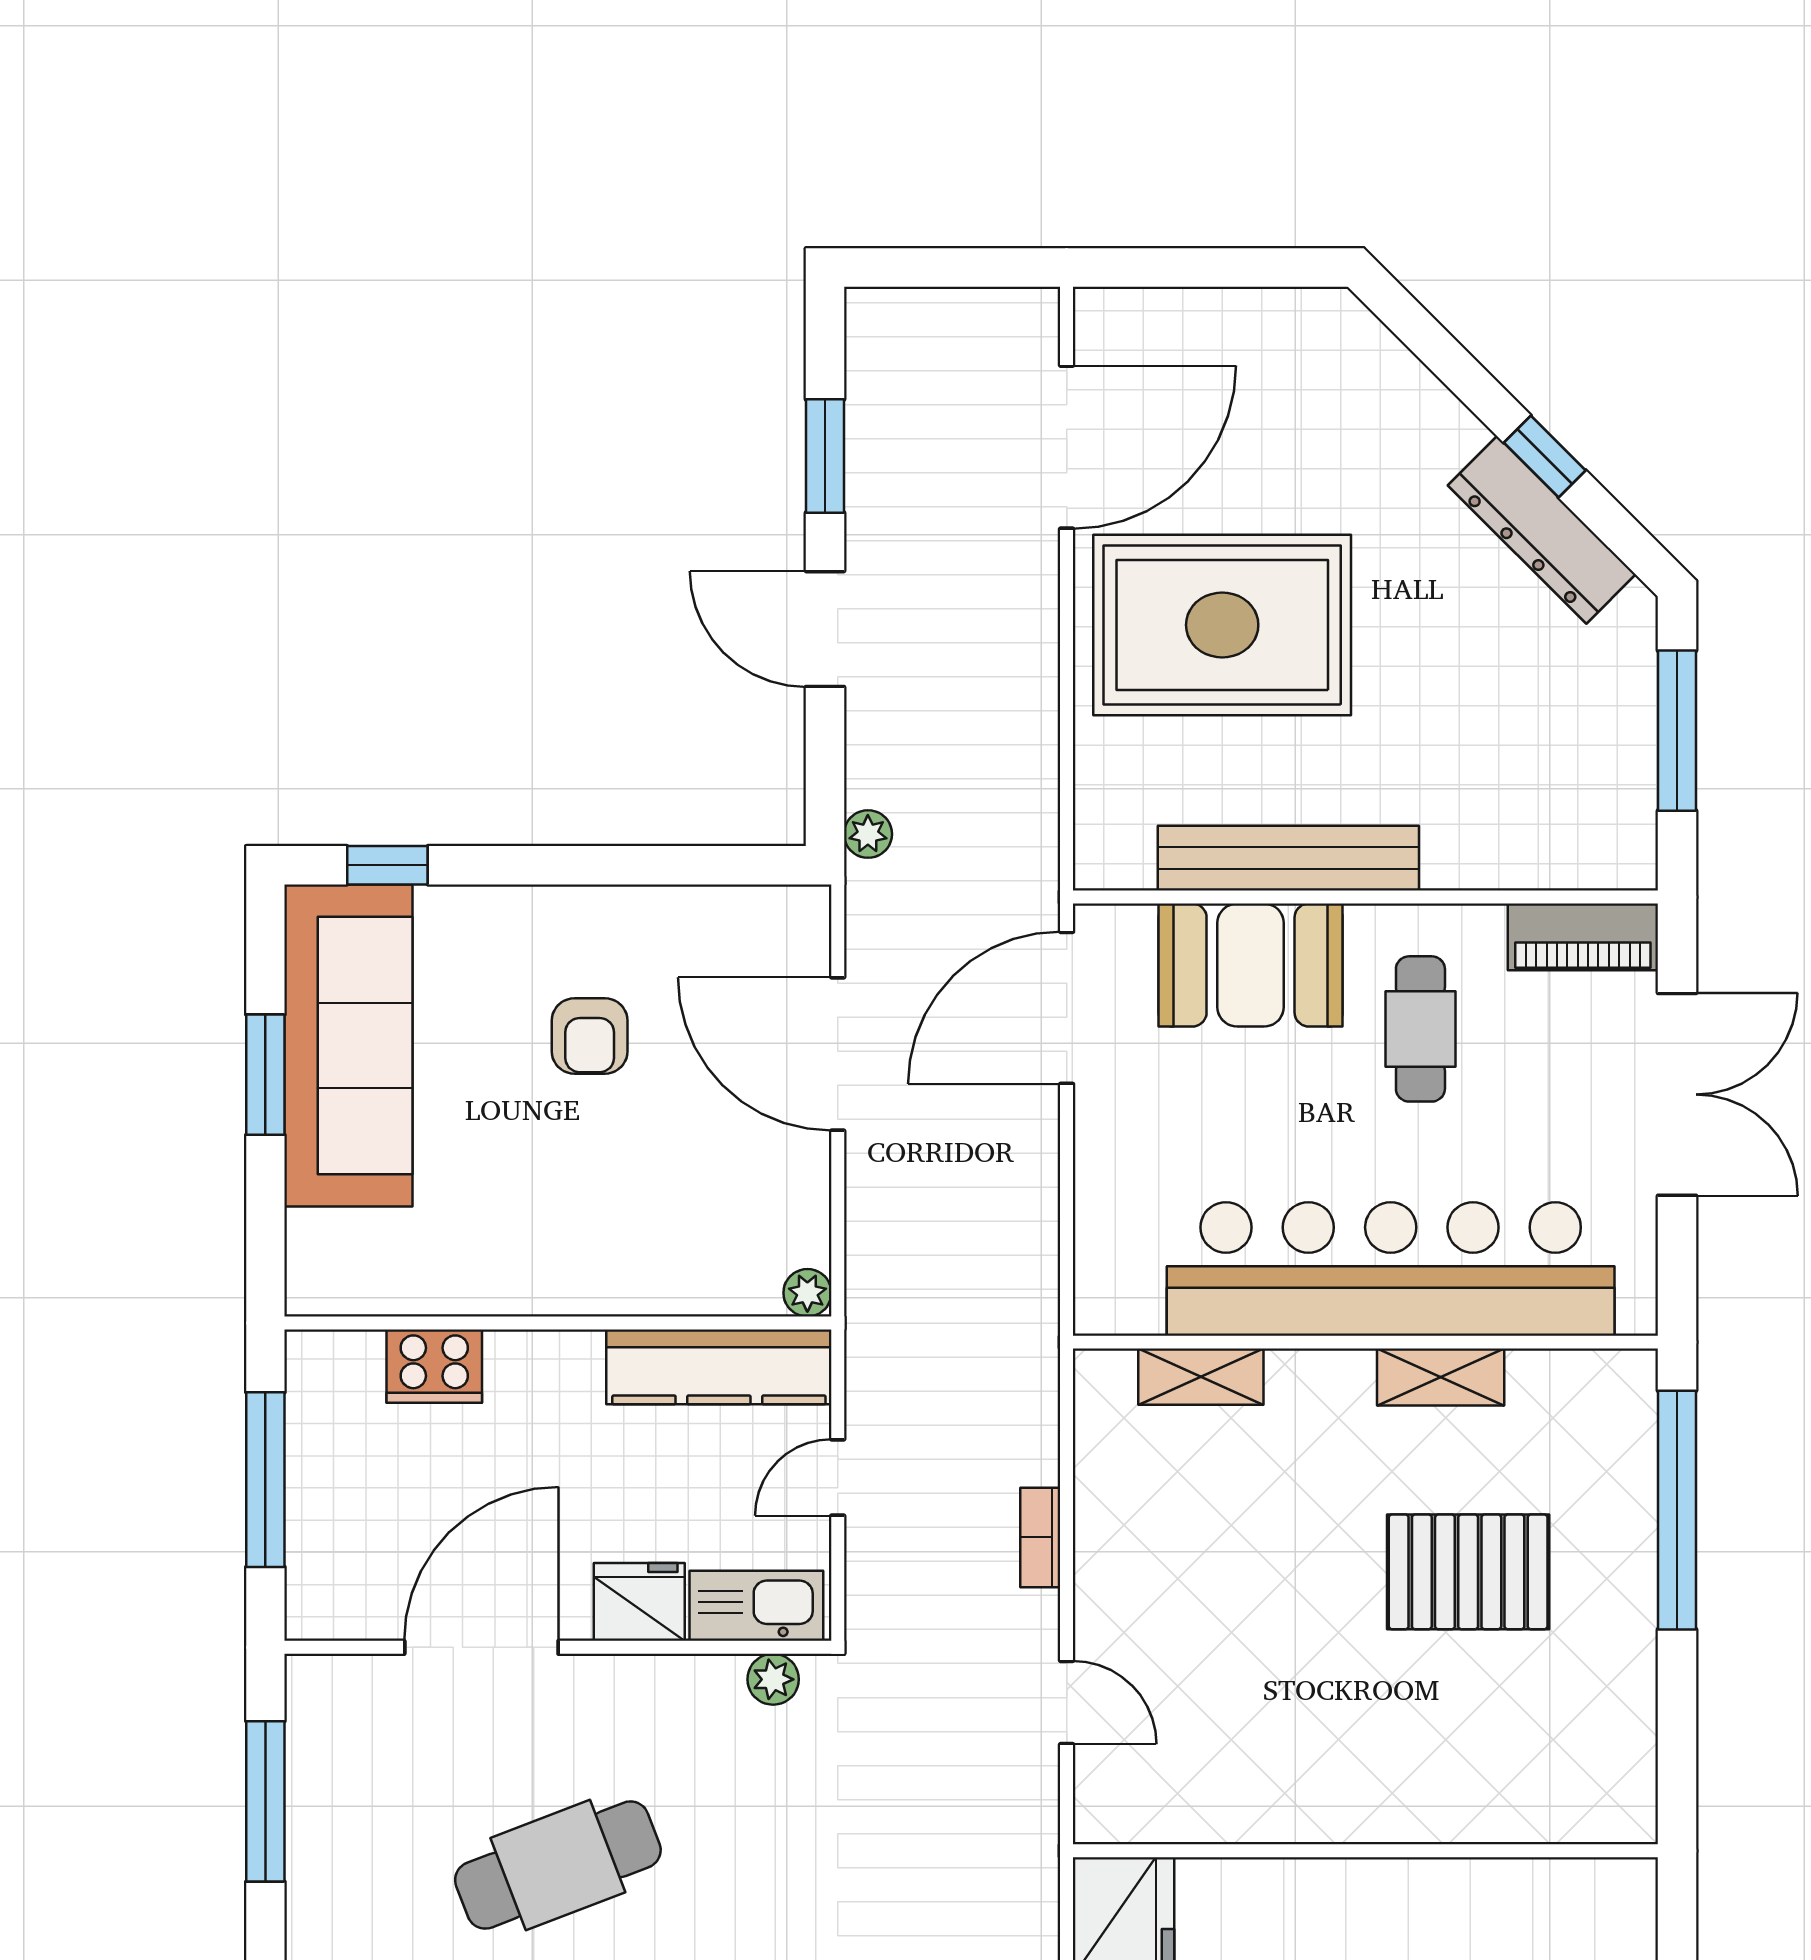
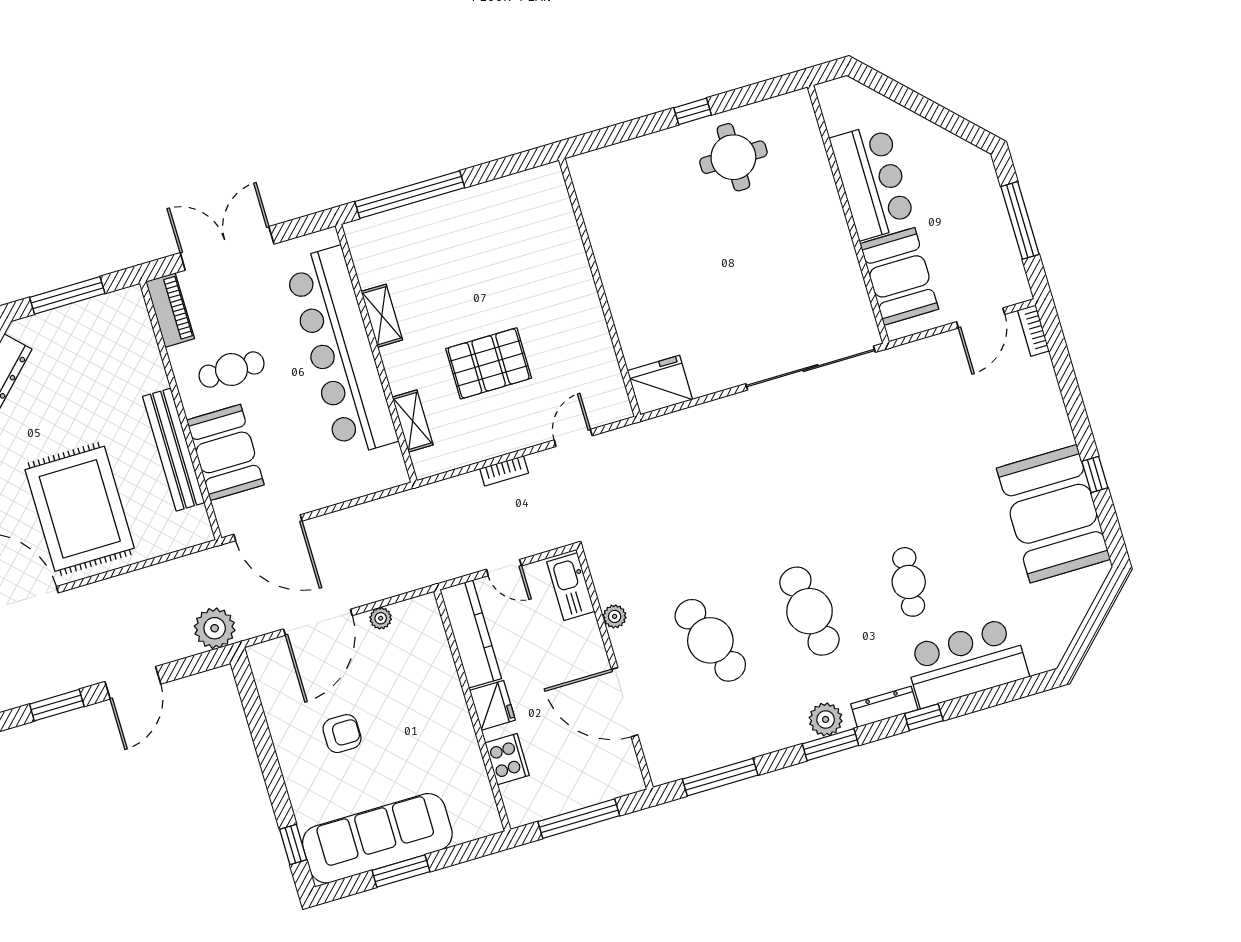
plant: (868, 834) -> (215, 628), width x1.87, depth x1.87
plant: (807, 1293) -> (381, 618), moved
pallet: (1468, 1572) -> (489, 363), moved, turned 90
fridge: (639, 1602) -> (492, 705), moved, turned 180
plant: (773, 1679) -> (615, 616), moved

